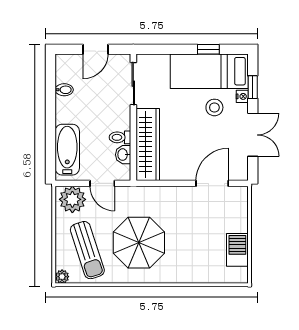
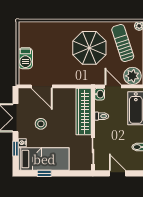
door: (95, 49) -> (117, 173), hinge flipped
stool: (214, 107) -> (41, 124), moved
washbasin: (123, 155) -> (100, 94), moved
door: (212, 183) -> (42, 86), hinge flipped
barbecue: (237, 250) -> (25, 58), moved

